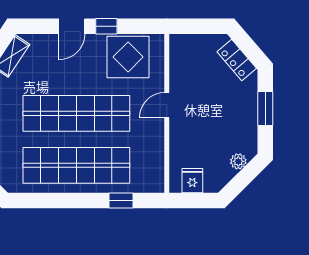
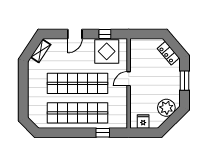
window: (106, 26) -> (105, 34), moved
plant: (238, 161) -> (166, 108), width x1.87, depth x1.87

